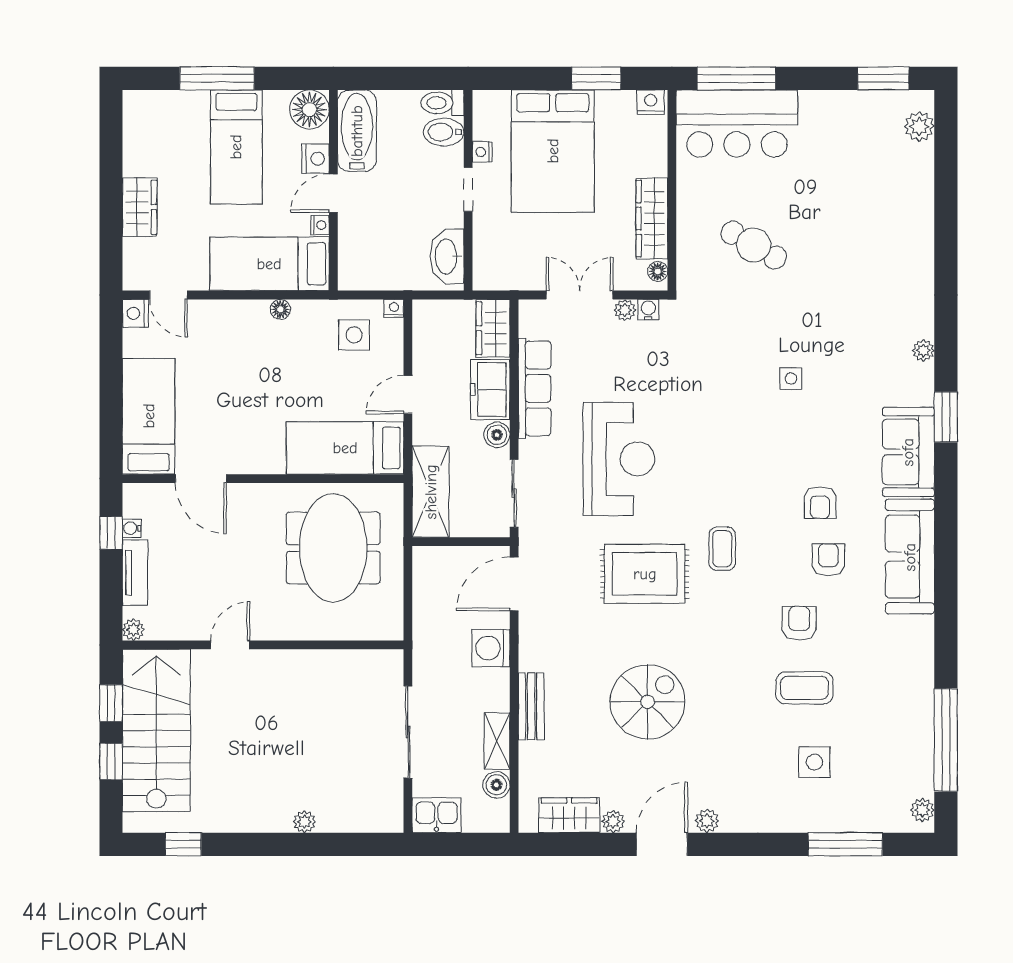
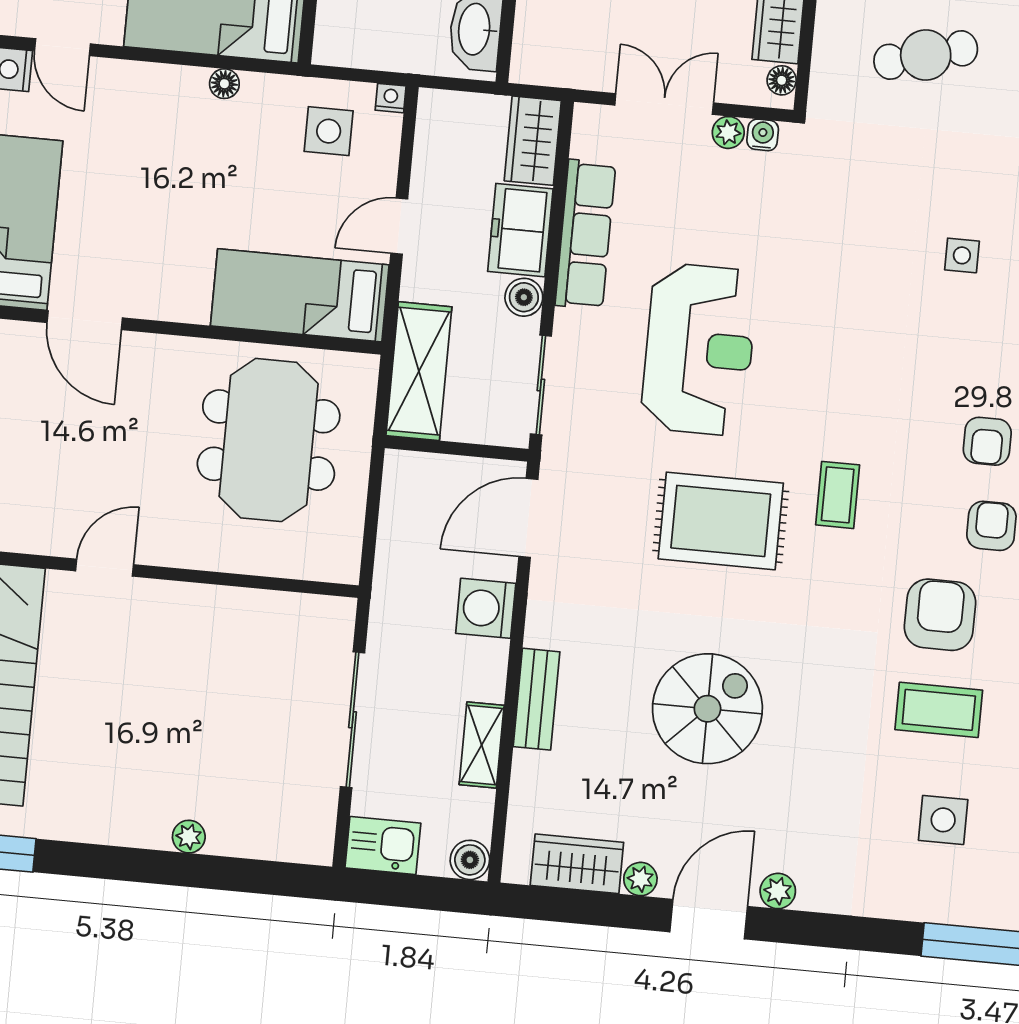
cafe table: (754, 245) -> (926, 55), turned -46
armchair: (799, 623) -> (940, 615), width x1.38, depth x1.38
boiler: (496, 785) -> (470, 860), moved

